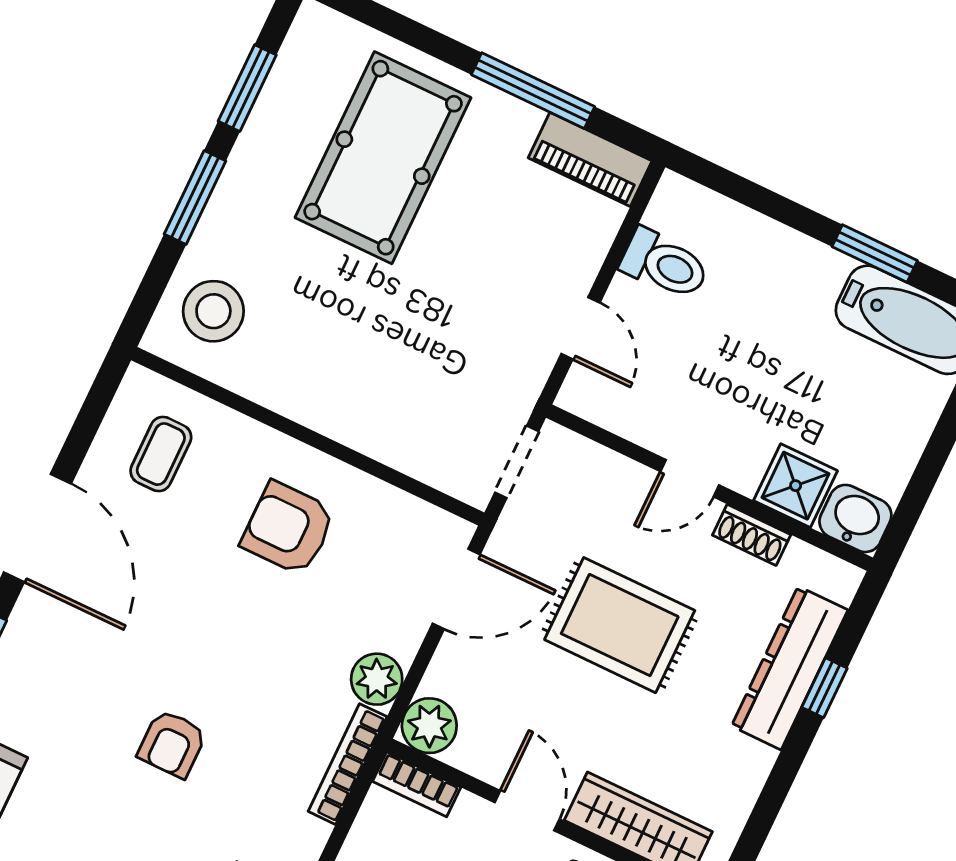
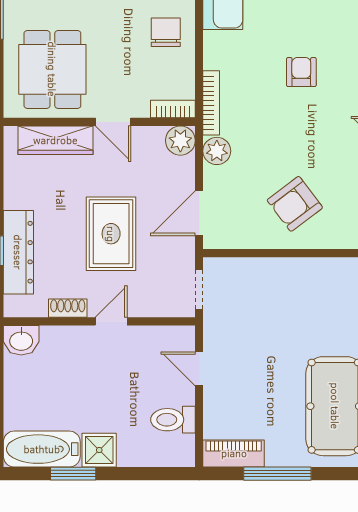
shower: (796, 486) -> (99, 450), moved
armchair: (288, 528) -> (295, 204), turned 143
rug: (620, 625) -> (111, 234), turned 90

